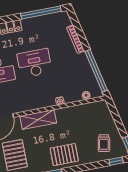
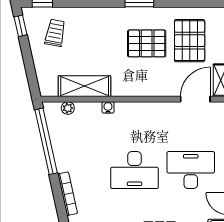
shelving: (38, 120) -> (85, 86), moved
pallet: (64, 155) -> (147, 43), moved

